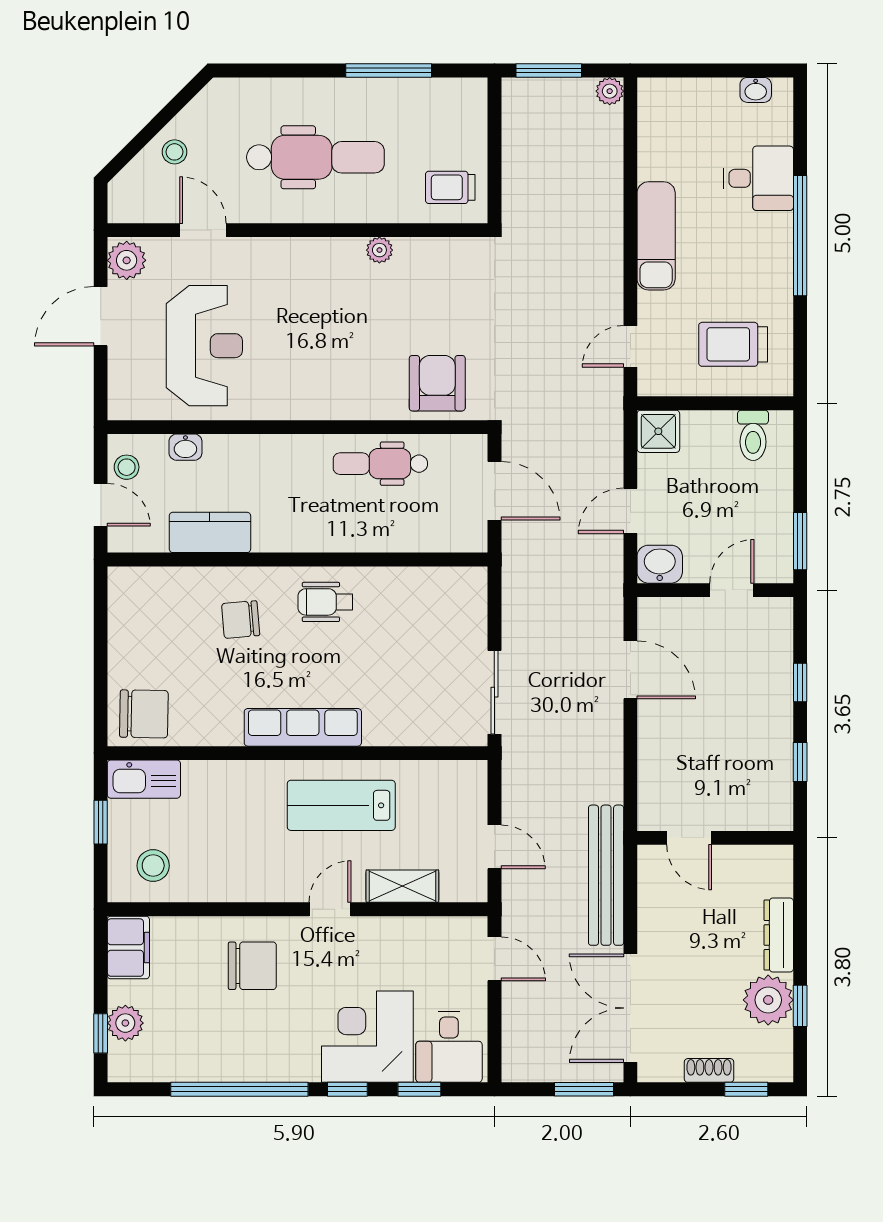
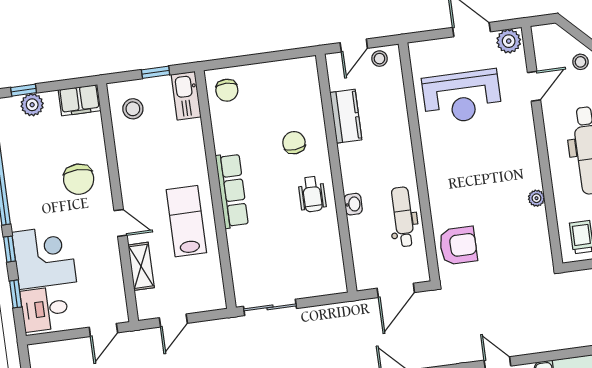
washbasin: (185, 447) -> (353, 204), moved, turned 180
wheelchair: (325, 602) -> (312, 194), turned 180
chair: (144, 714) -> (227, 90), width x0.73, depth x0.73

